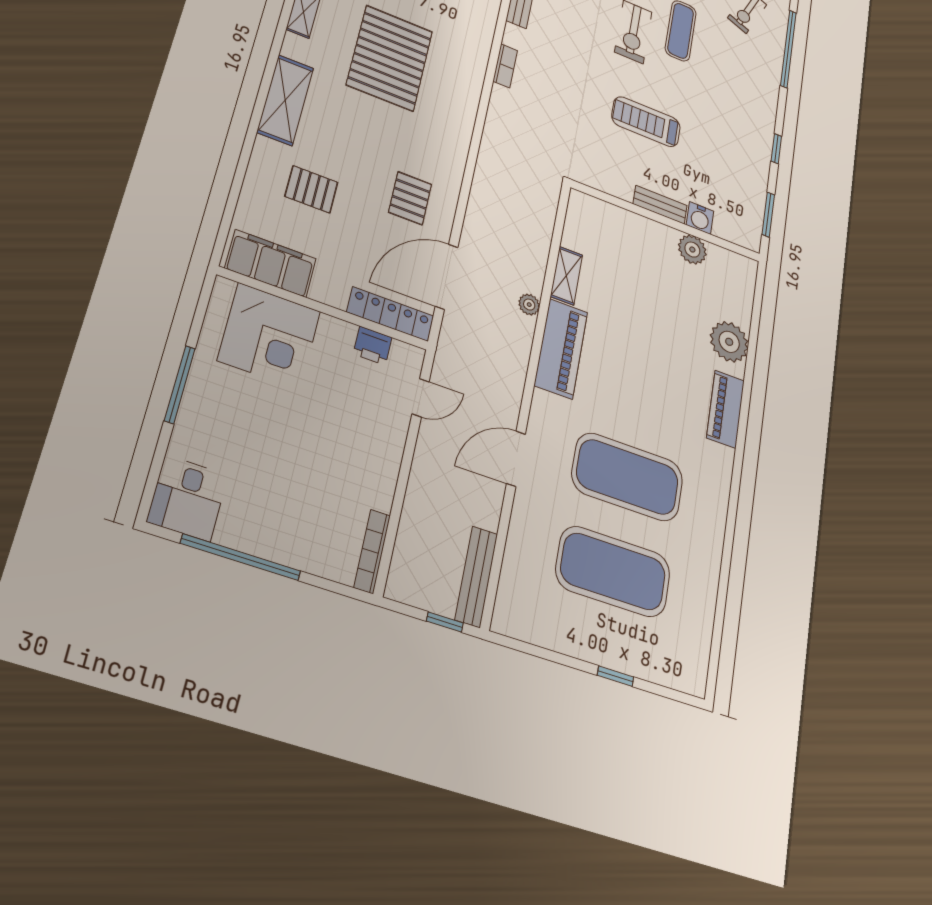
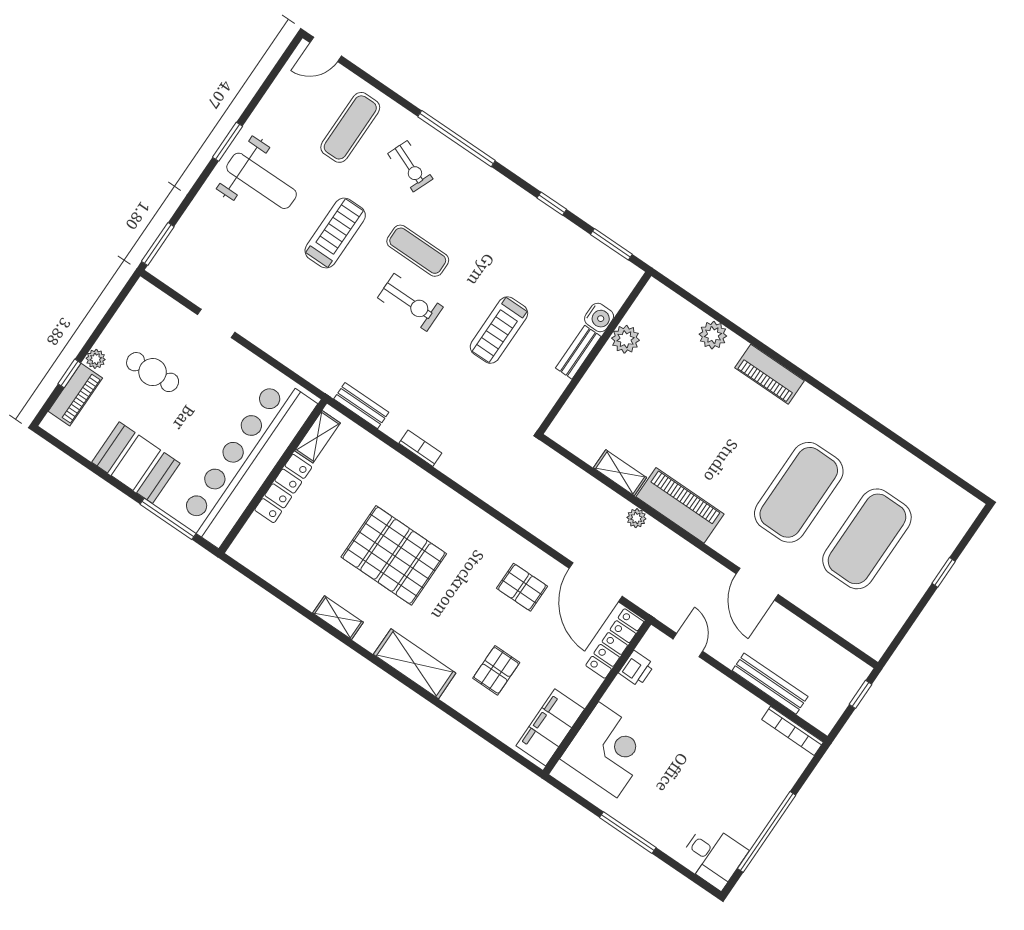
plant: (729, 342) -> (713, 335), width x0.73, depth x0.73
bench: (476, 577) -> (770, 684), moved

